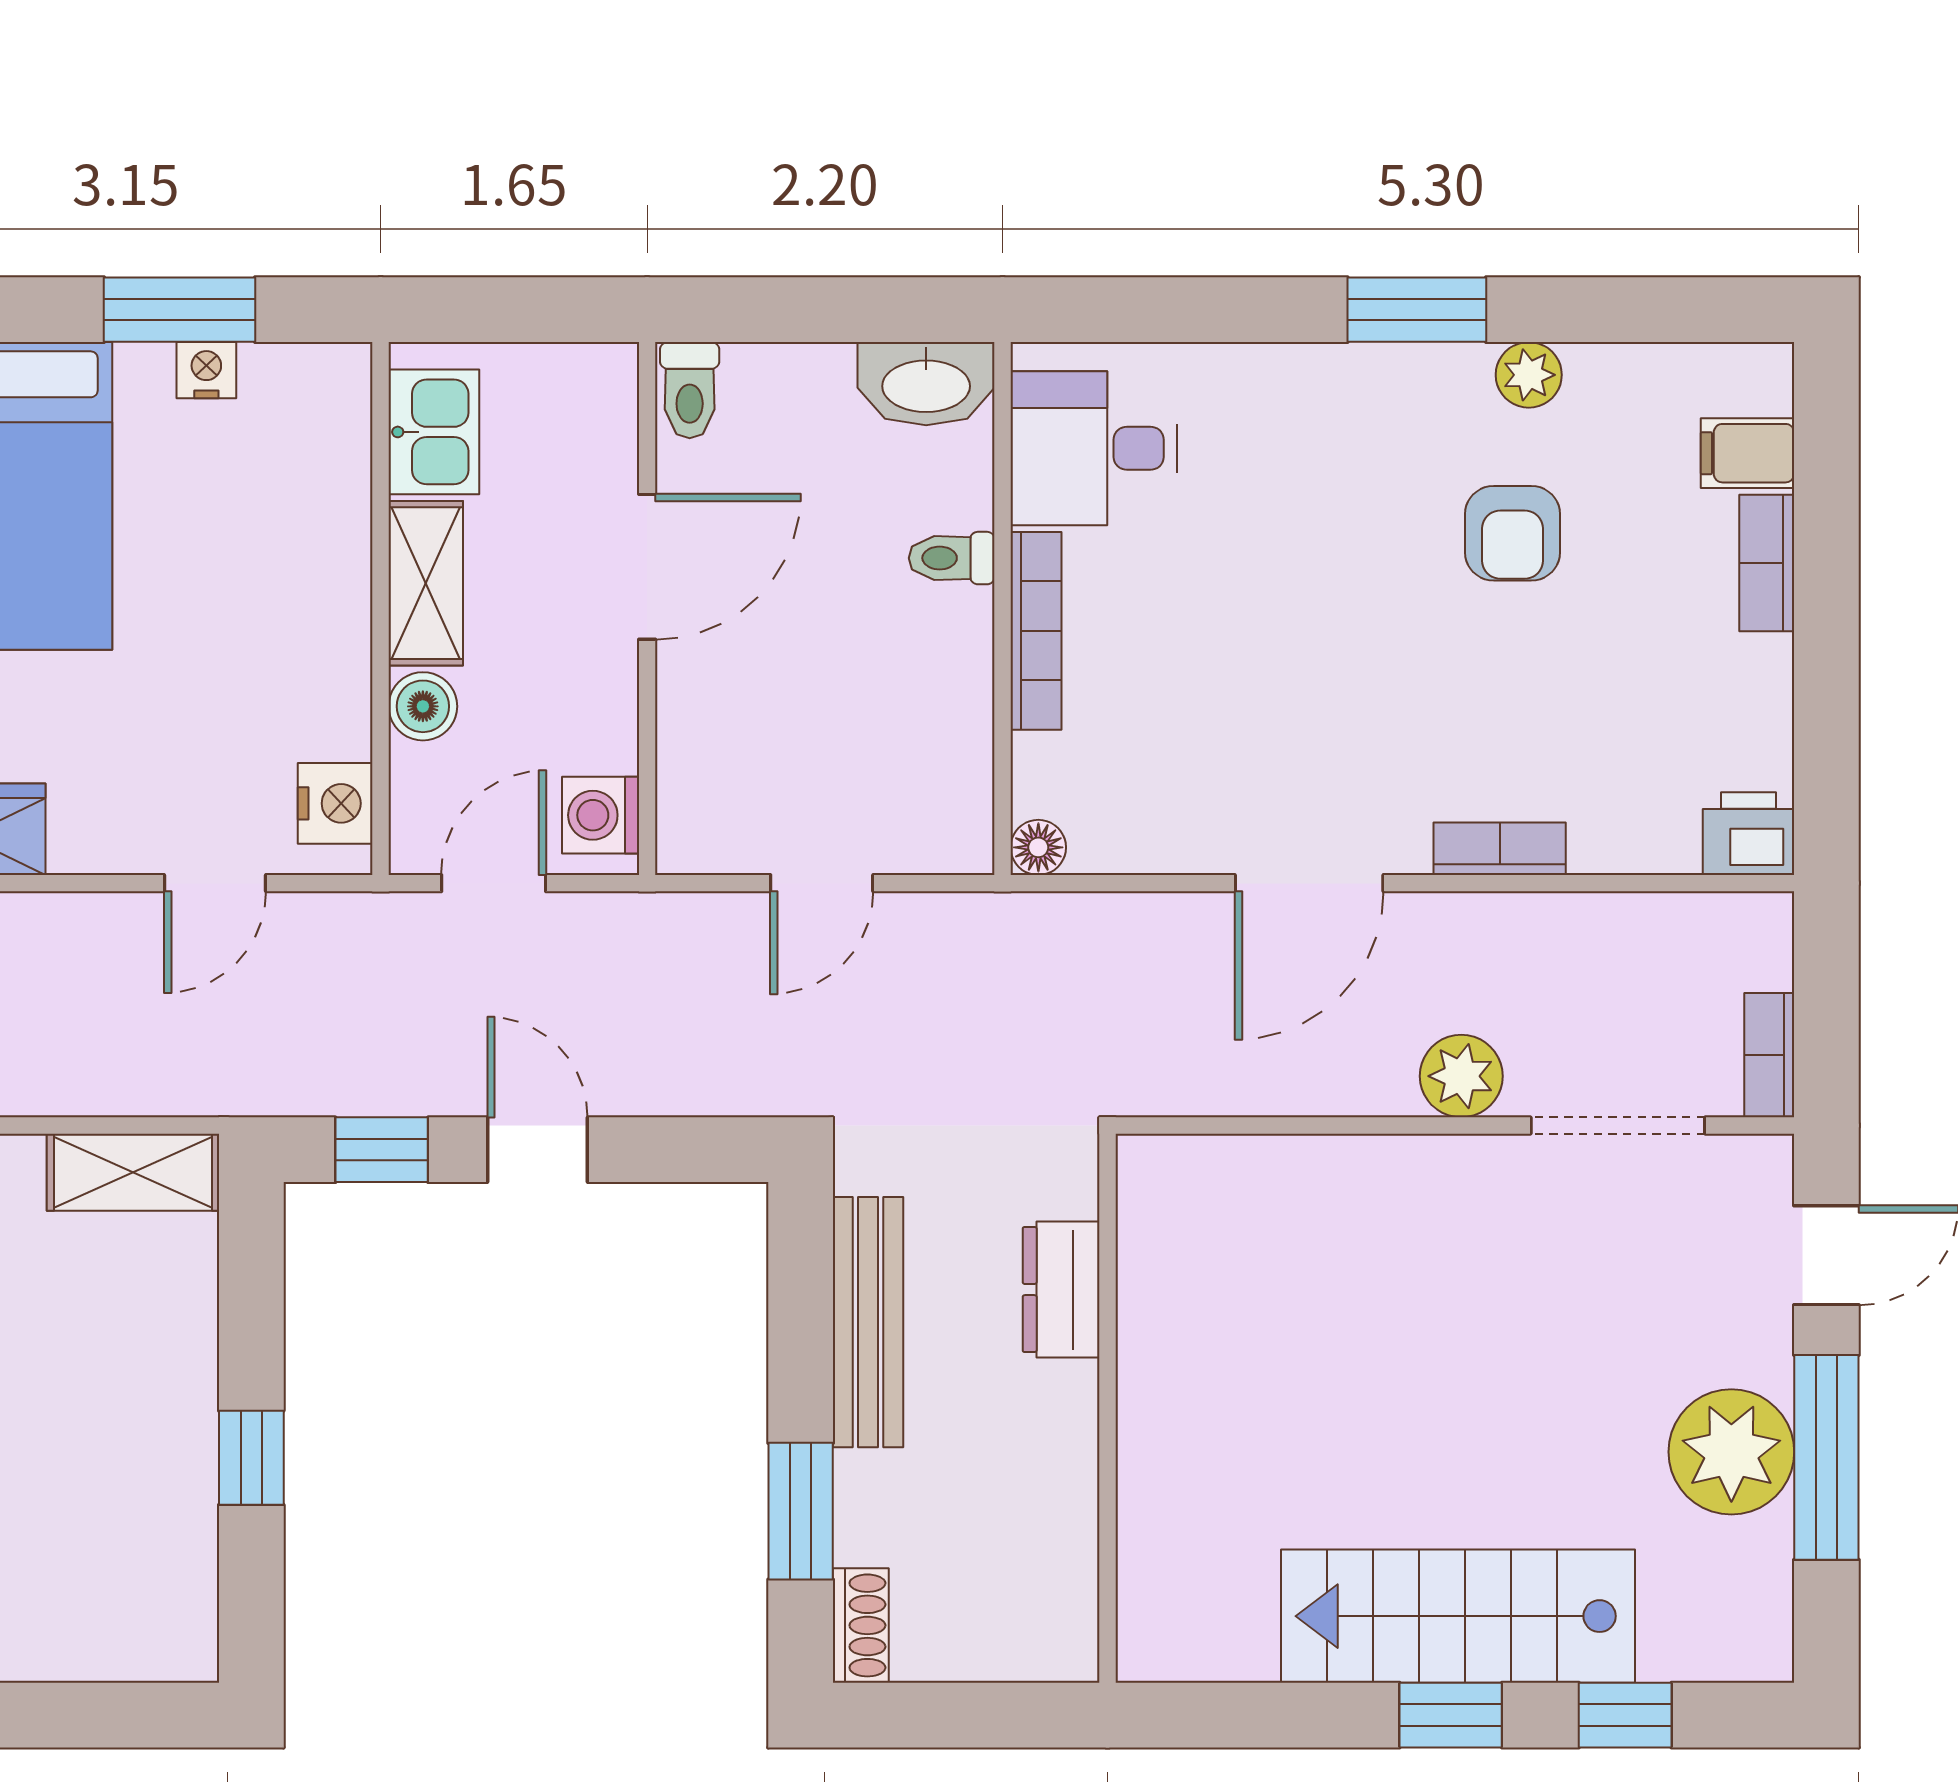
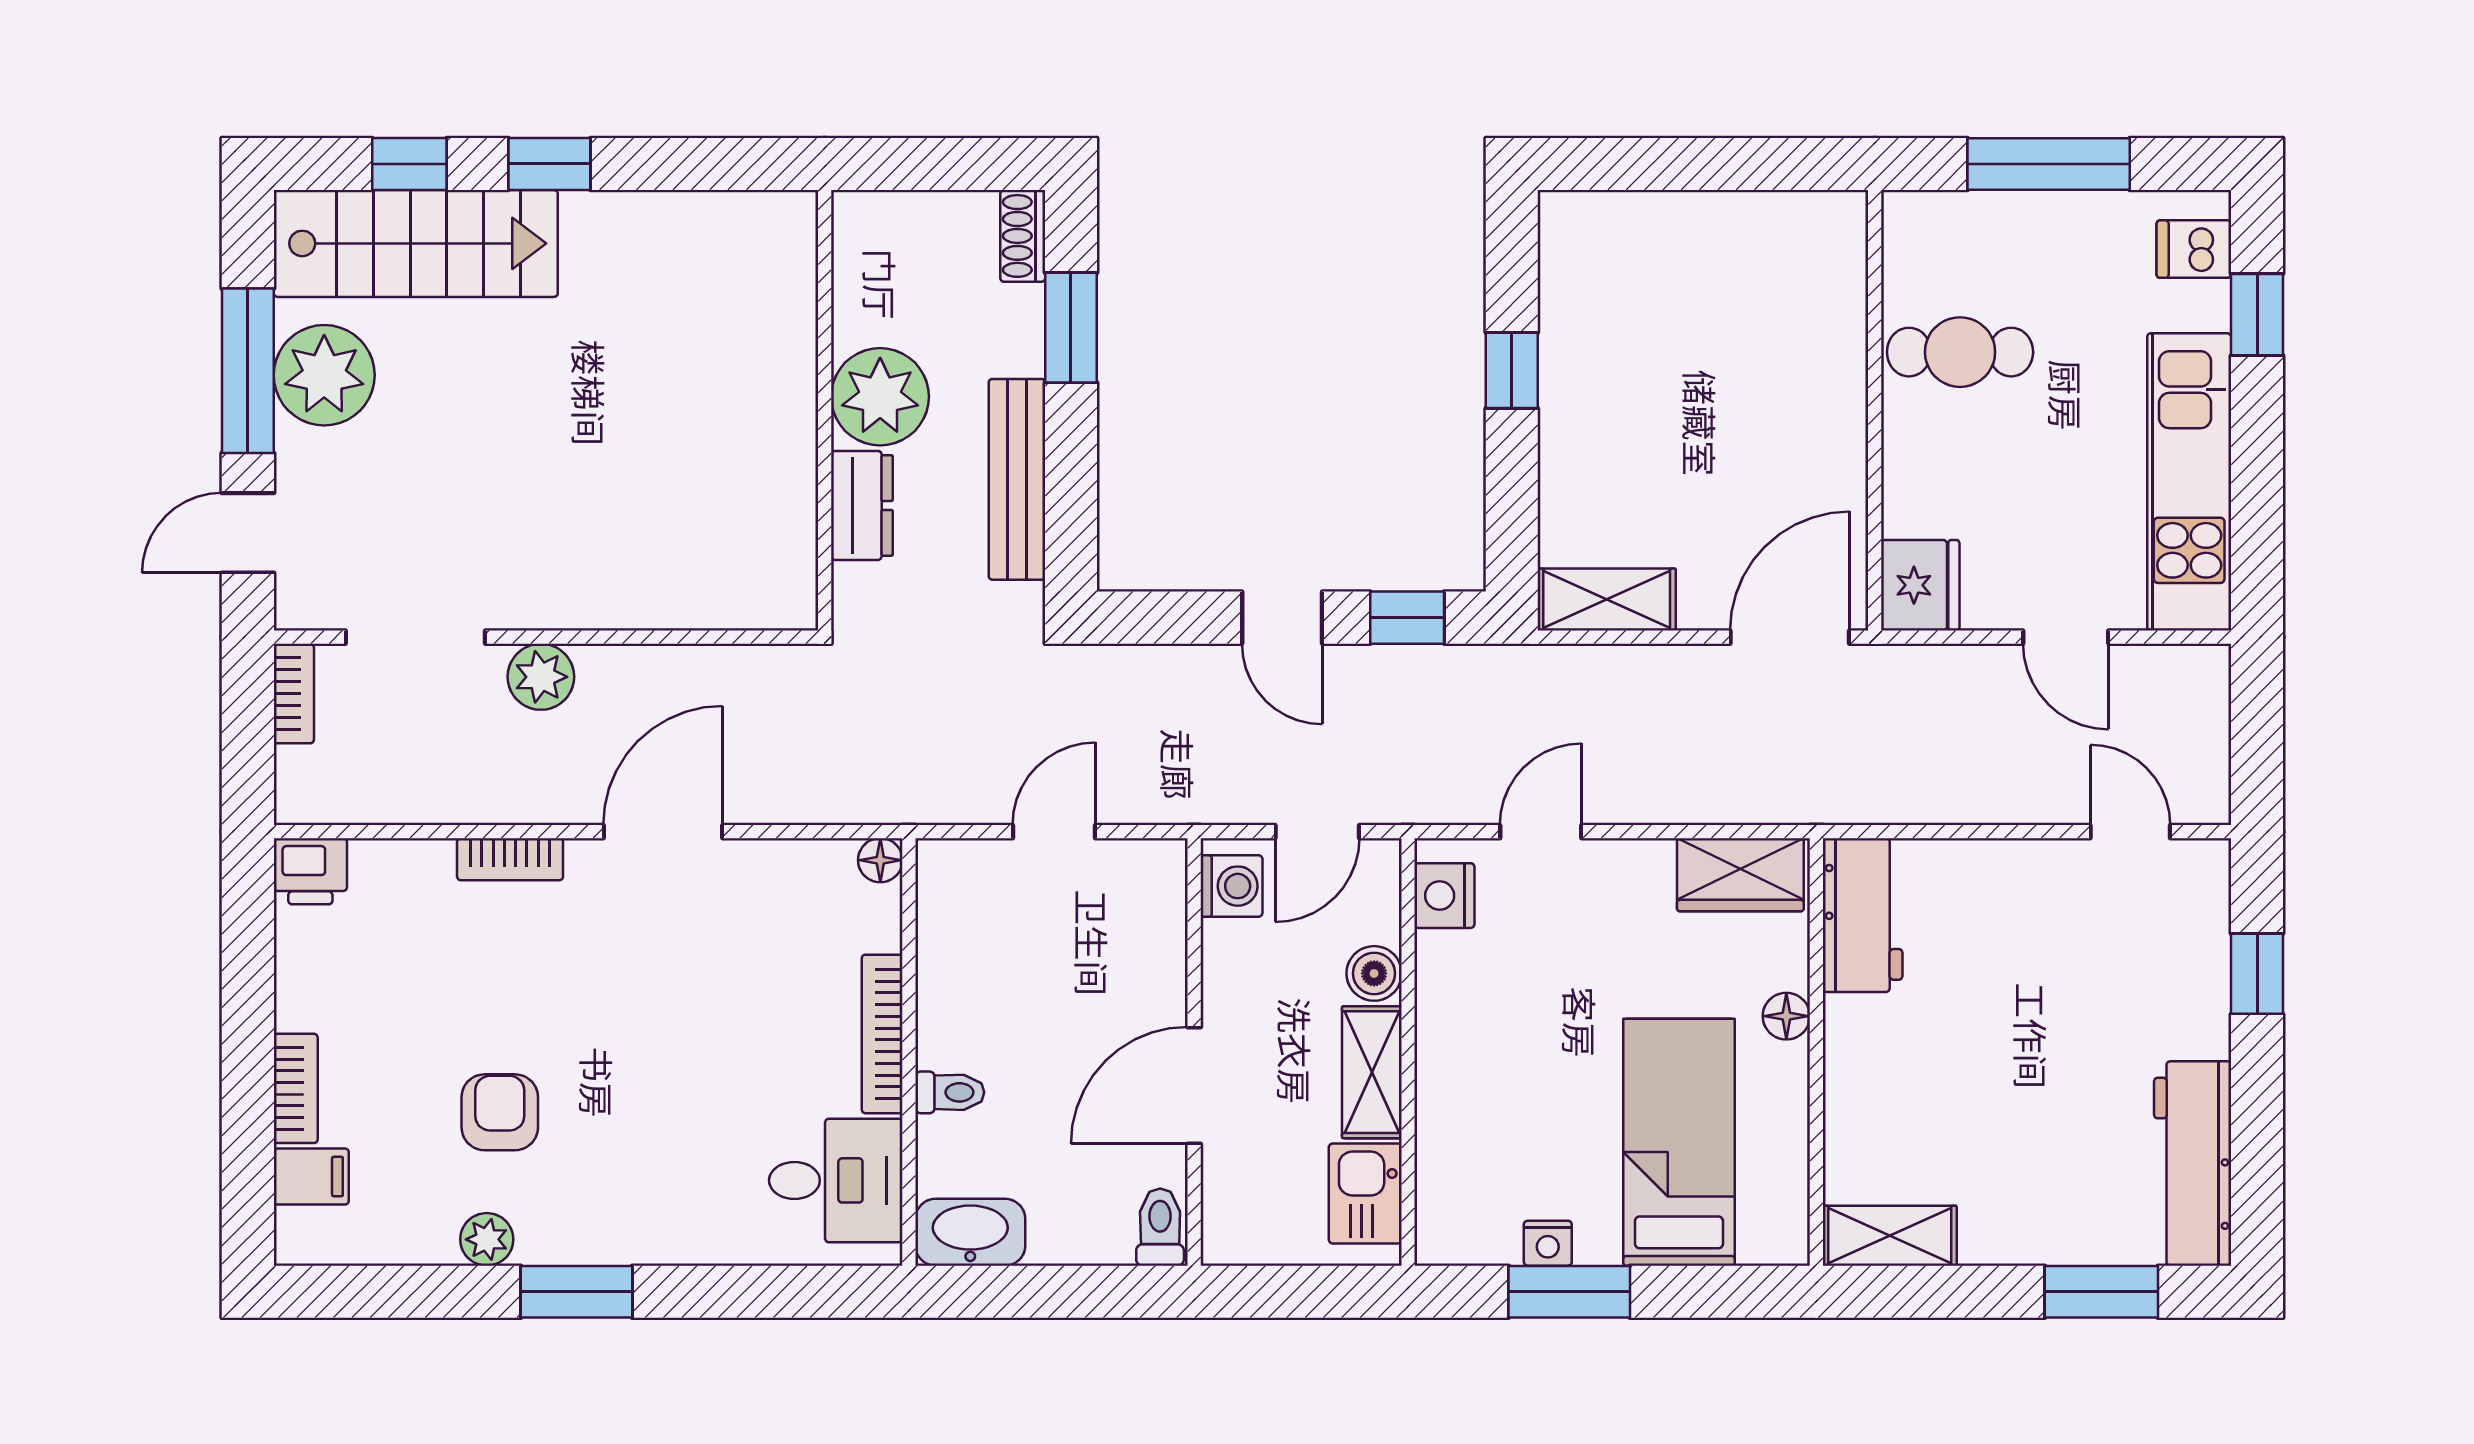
plant: (1039, 1425) -> (880, 397), added
stairs: (1458, 1616) -> (416, 243), moved

